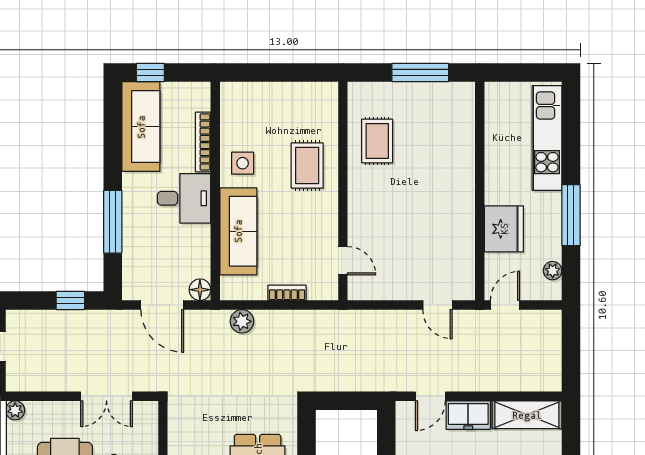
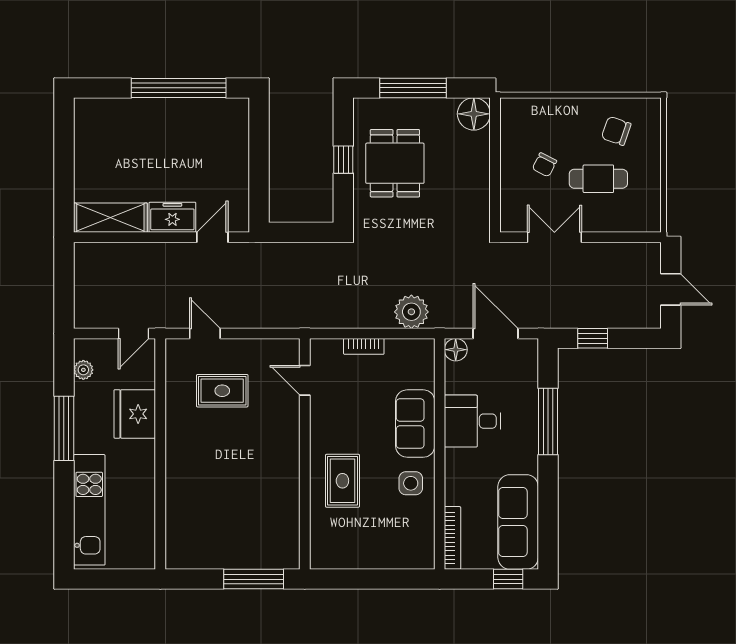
window: (420, 72) -> (254, 579), moved
rug: (377, 141) -> (222, 391), moved, turned 90
bookcase: (203, 142) -> (452, 538), moved
desk: (184, 198) -> (473, 421), moved
sofa: (238, 231) -> (415, 424), width x0.73
plant: (242, 321) -> (411, 312), width x1.36, depth x1.36
plant: (15, 410) -> (651, 222), removed

